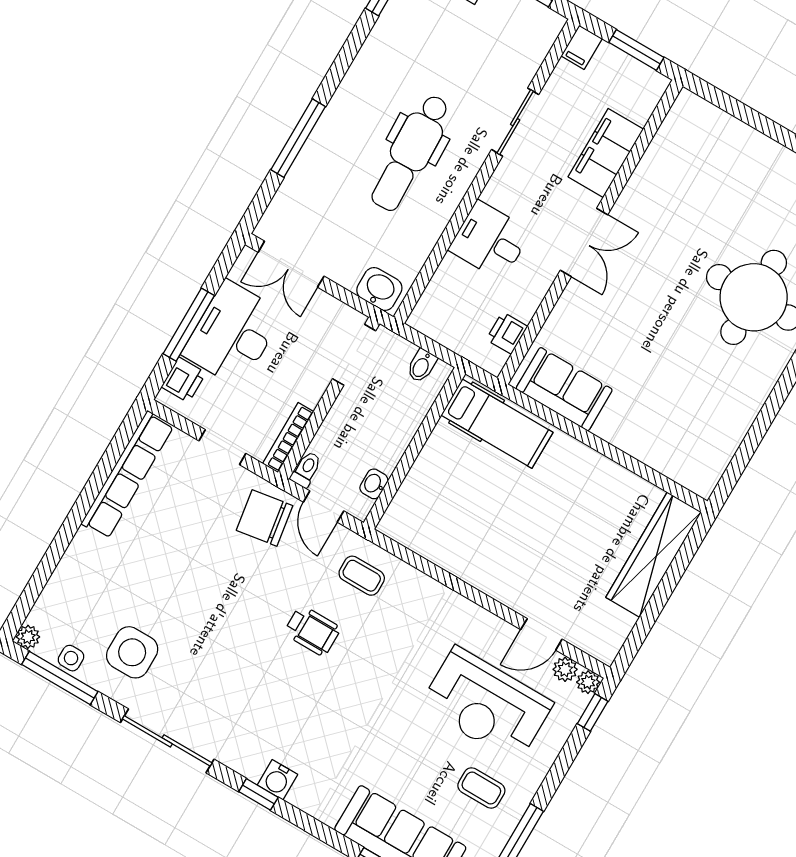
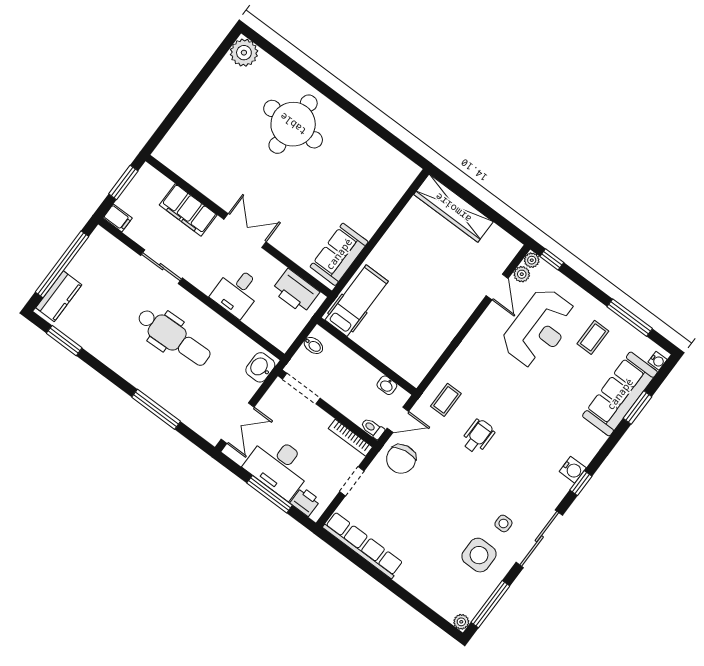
printer: (507, 333) -> (295, 291), width x1.87, depth x1.48
side table: (71, 658) -> (503, 523), moved

